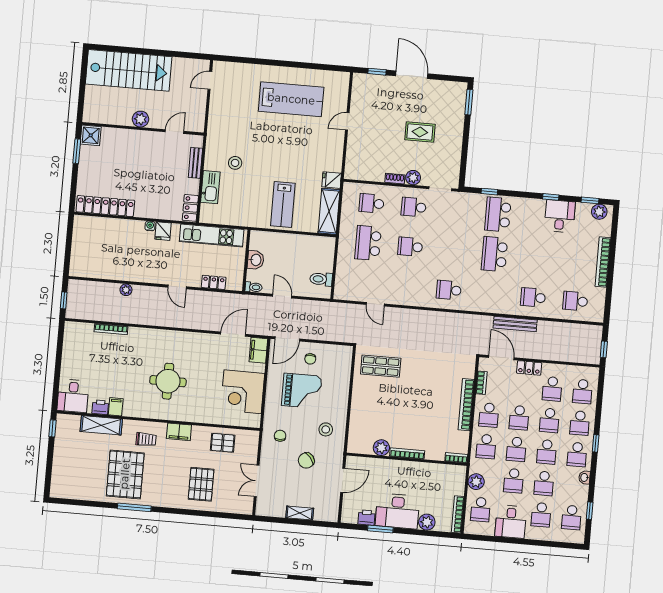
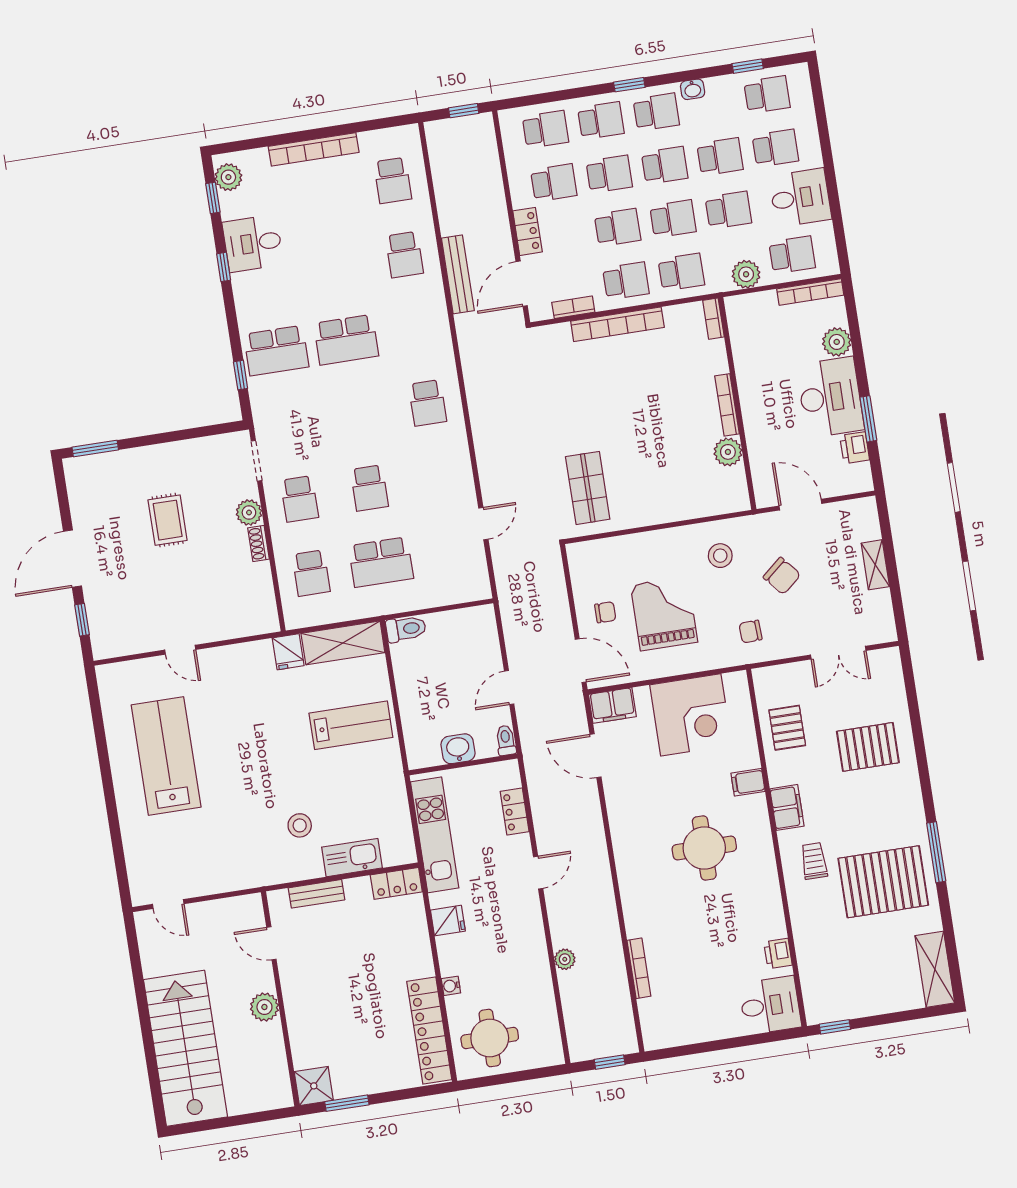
water cooler: (150, 226) -> (451, 986), moved
round table: (93, 238) -> (490, 1038), added
toilet: (321, 279) -> (406, 629), moved, turned -90
filing cabinet: (116, 407) -> (748, 782), moved
shelving: (101, 425) -> (935, 969), moved

